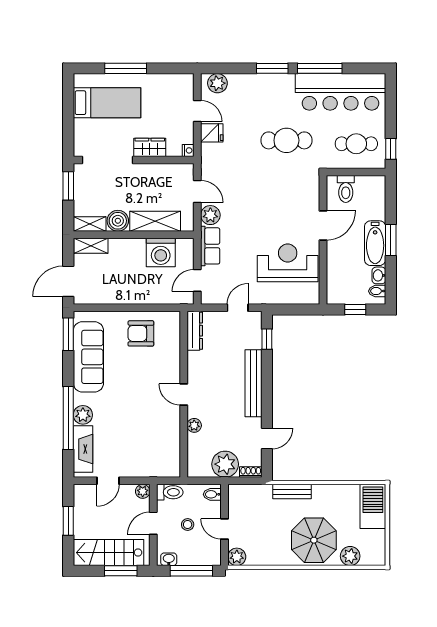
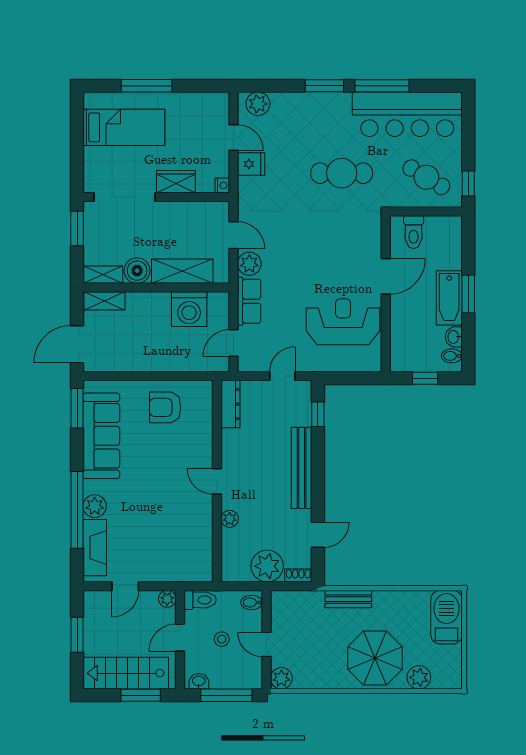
cafe table: (356, 144) -> (426, 177), turned 31

